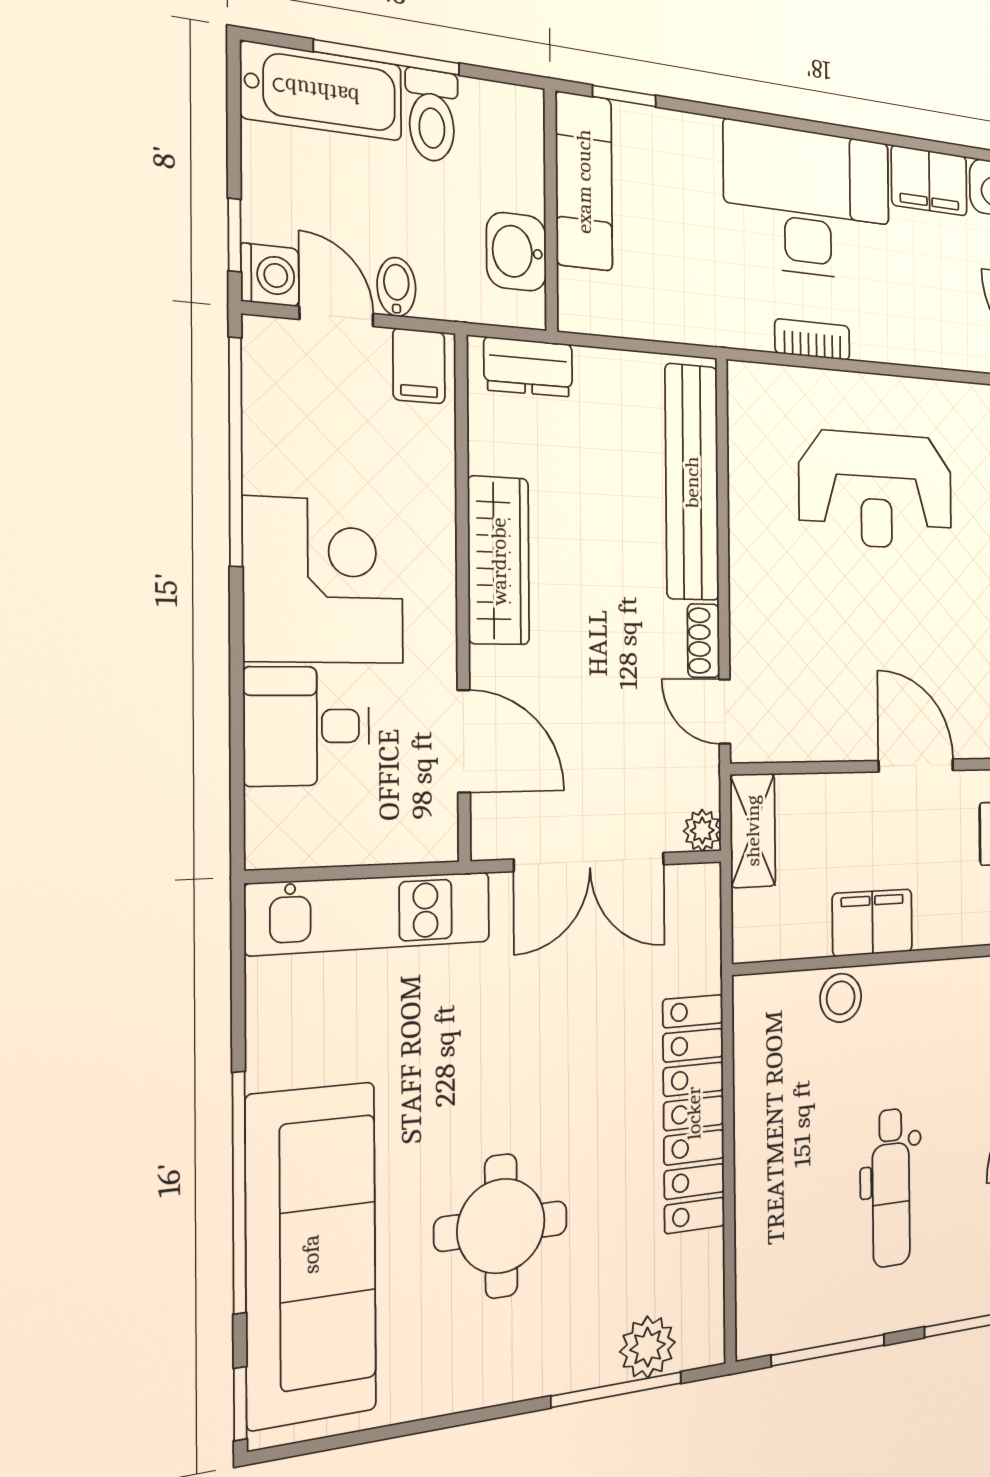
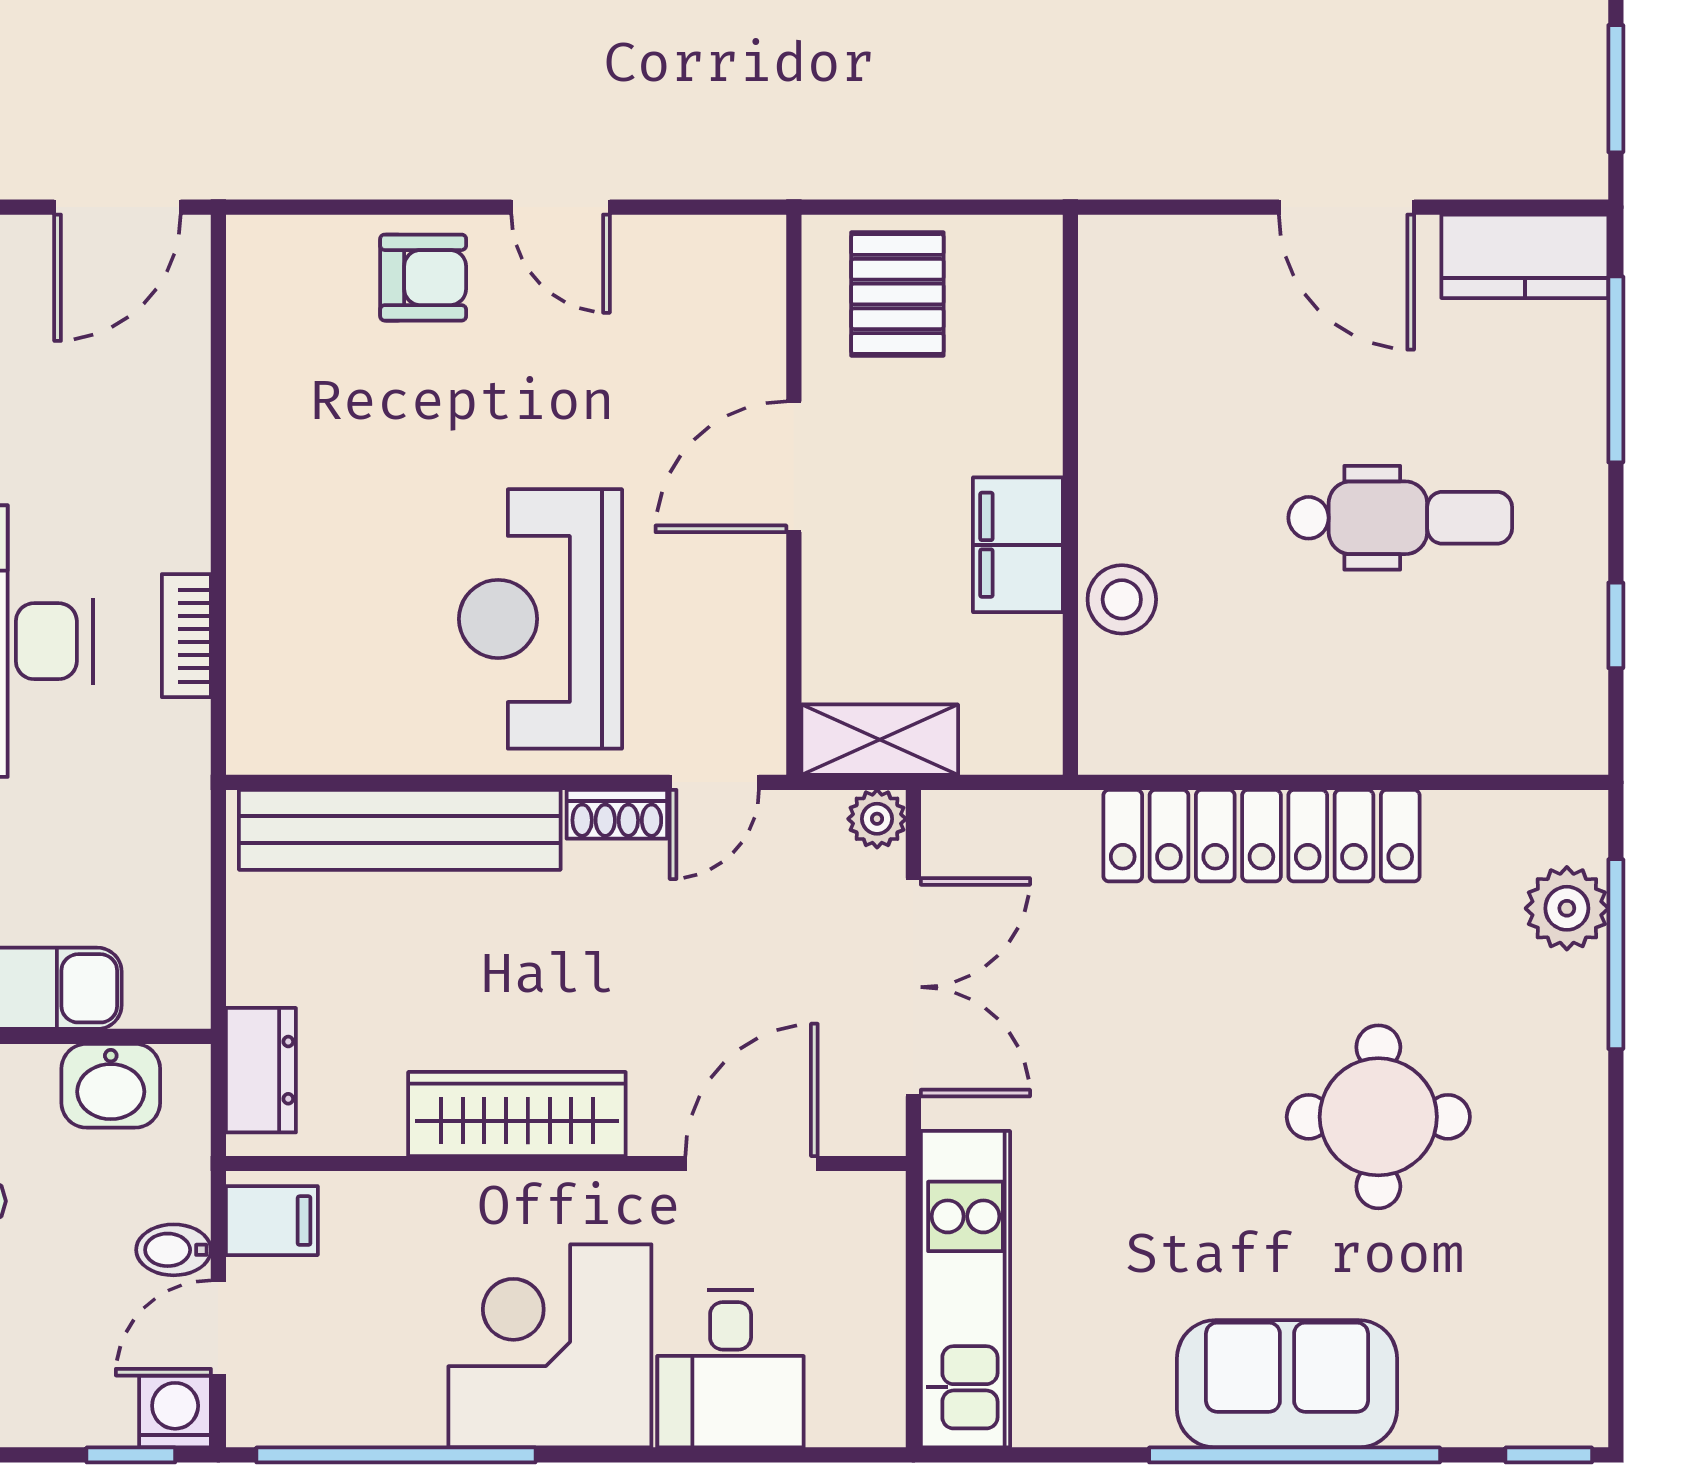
reception desk: (876, 490) -> (540, 619), moved, turned 180
sofa: (311, 1254) -> (1287, 1384), width x0.54, depth x0.79
window: (828, 1350) -> (1616, 625), width x0.46

